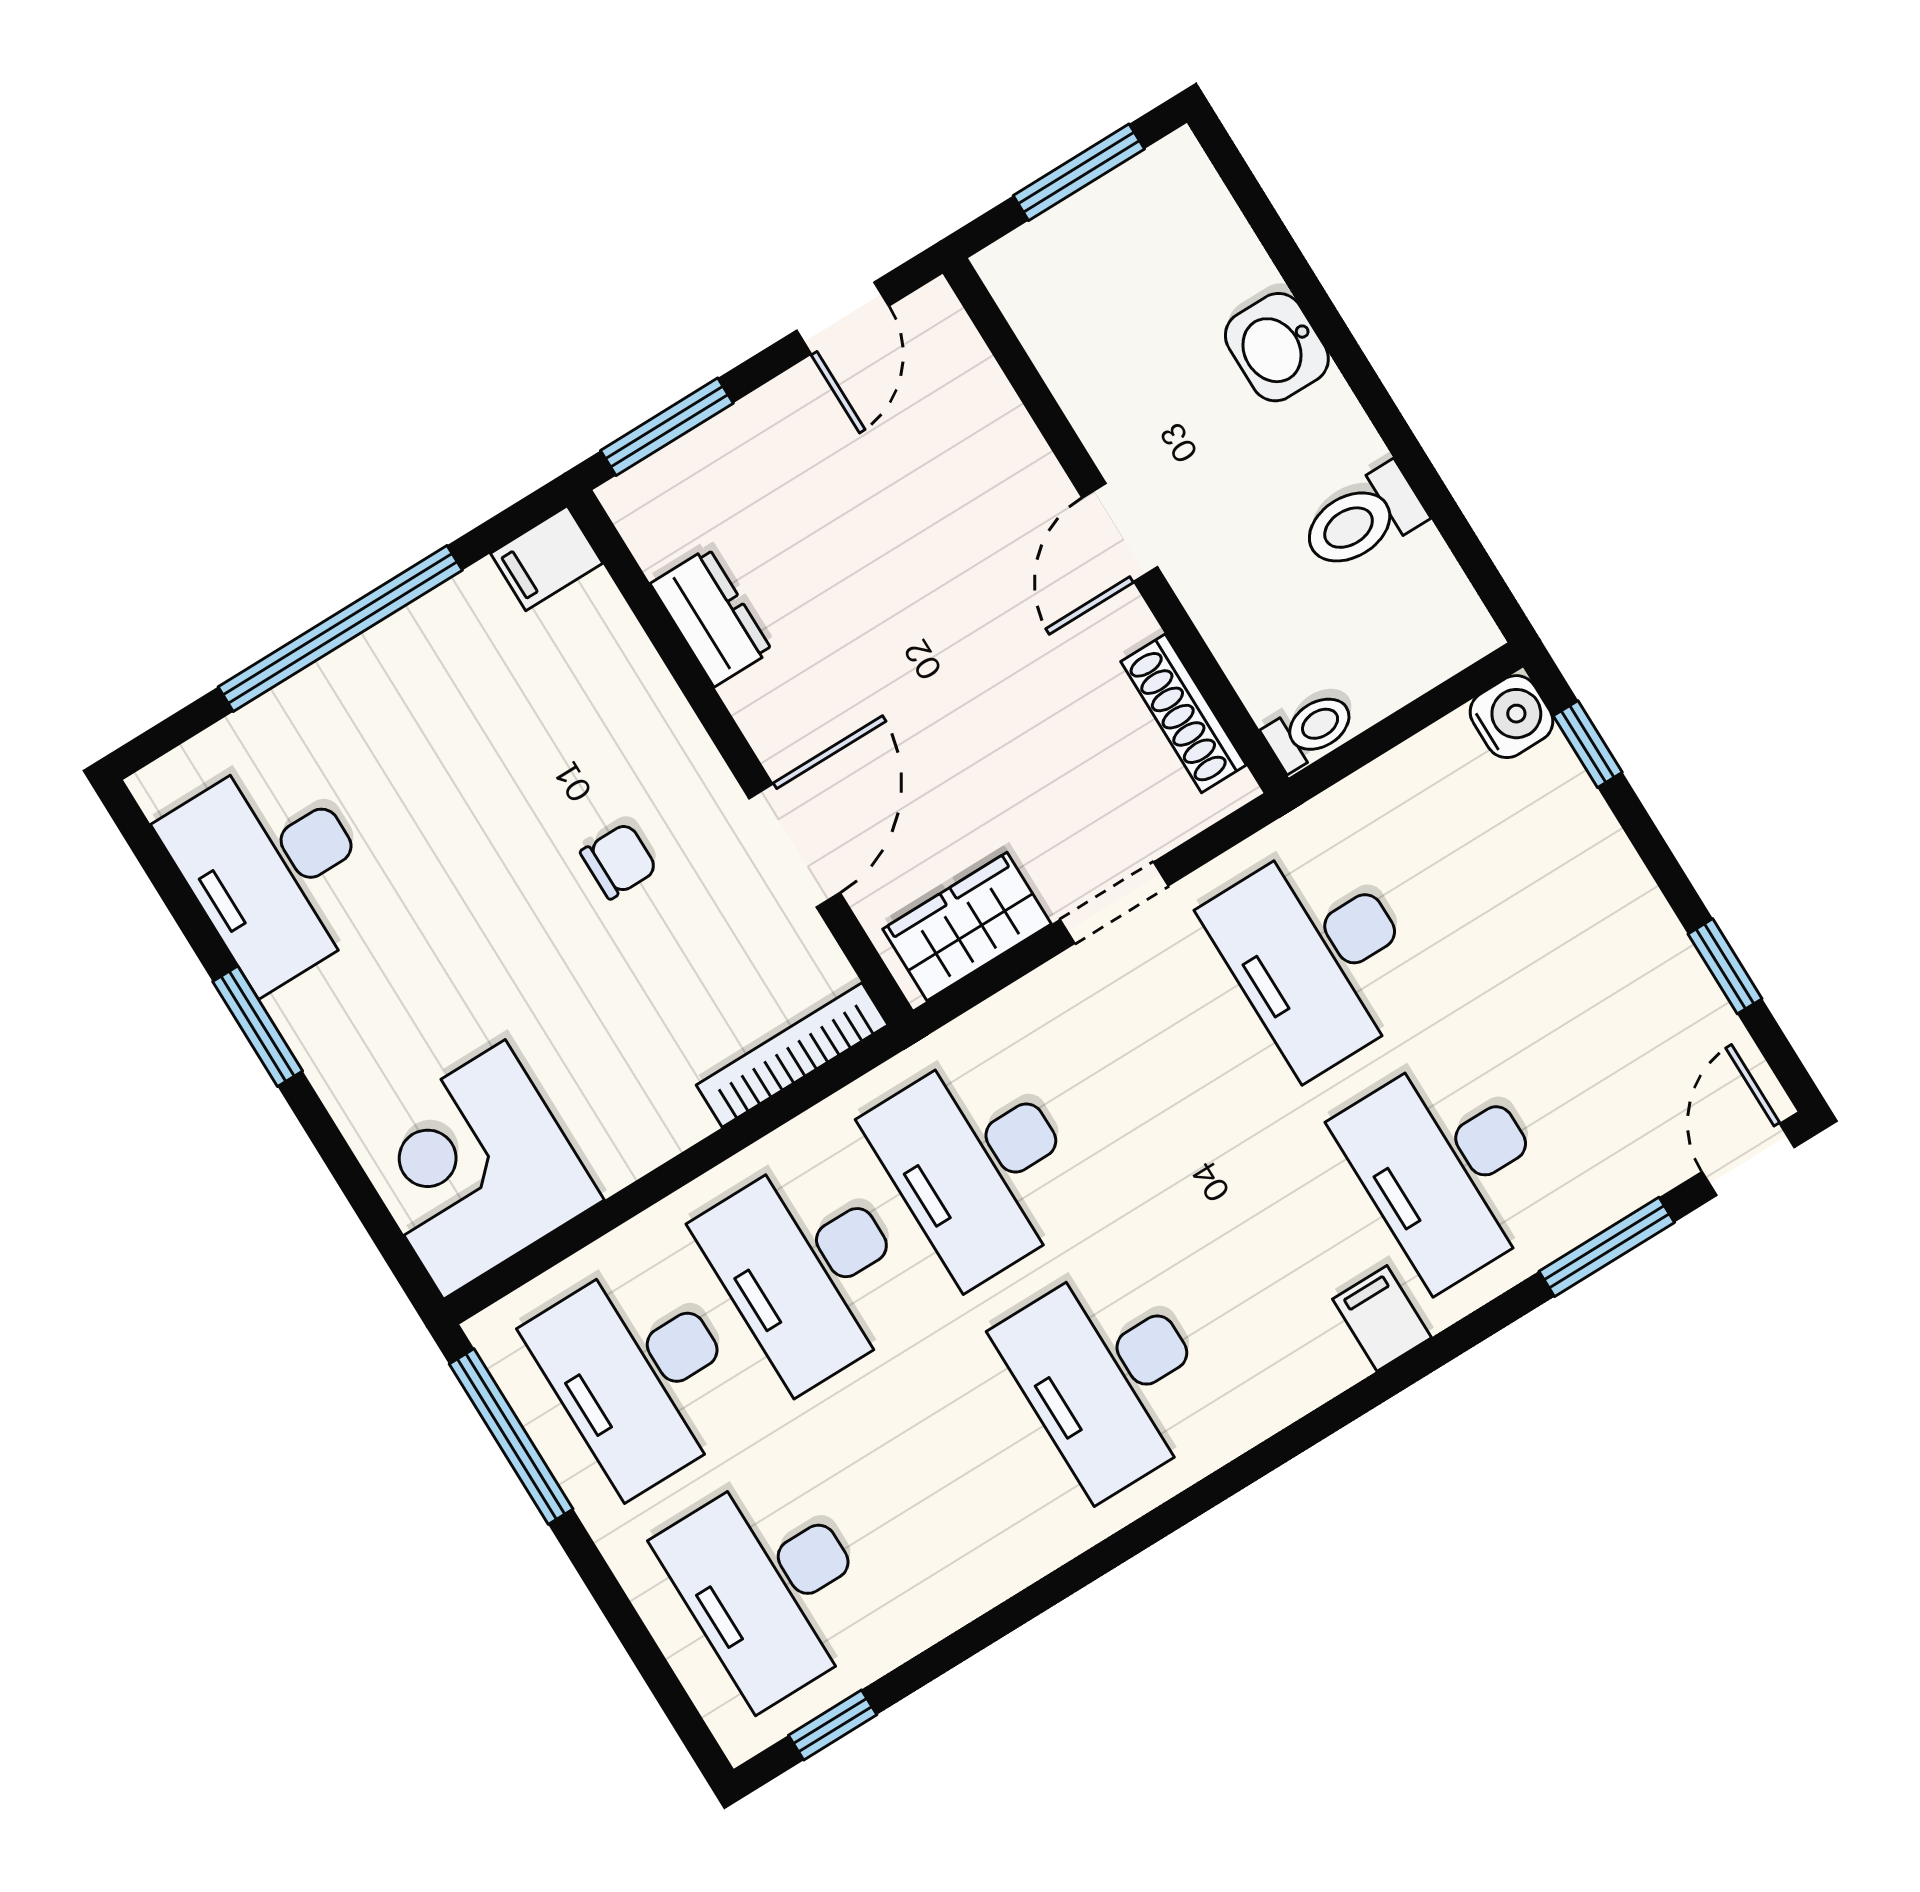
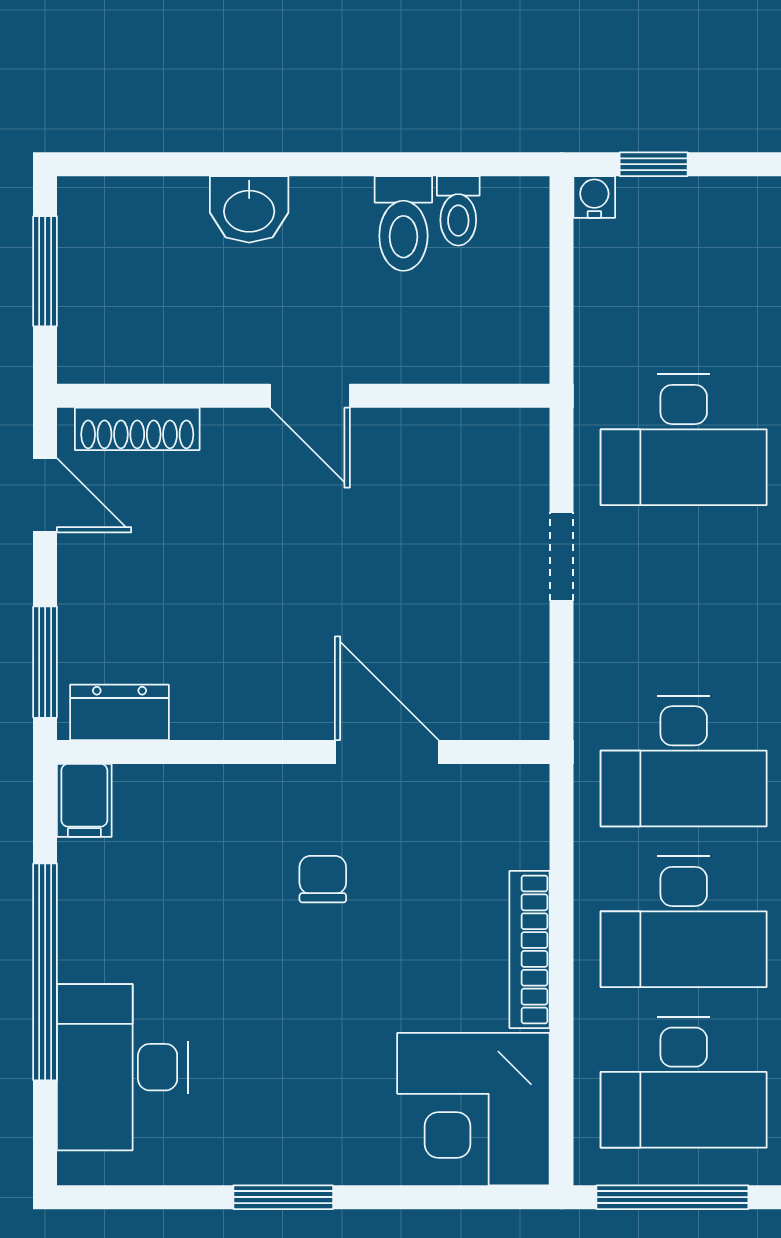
dresser: (711, 617) -> (120, 712), moved
shoe rack: (1183, 713) -> (137, 429), moved
water cooler: (1511, 717) -> (594, 197), width x0.72, depth x0.72
toilet: (1310, 730) -> (458, 211), moved, turned 180
desk: (273, 870) -> (122, 1067), moved, turned 90
wardrobe: (967, 927) -> (516, 668), removed
bookcase: (792, 1055) -> (530, 949), moved

